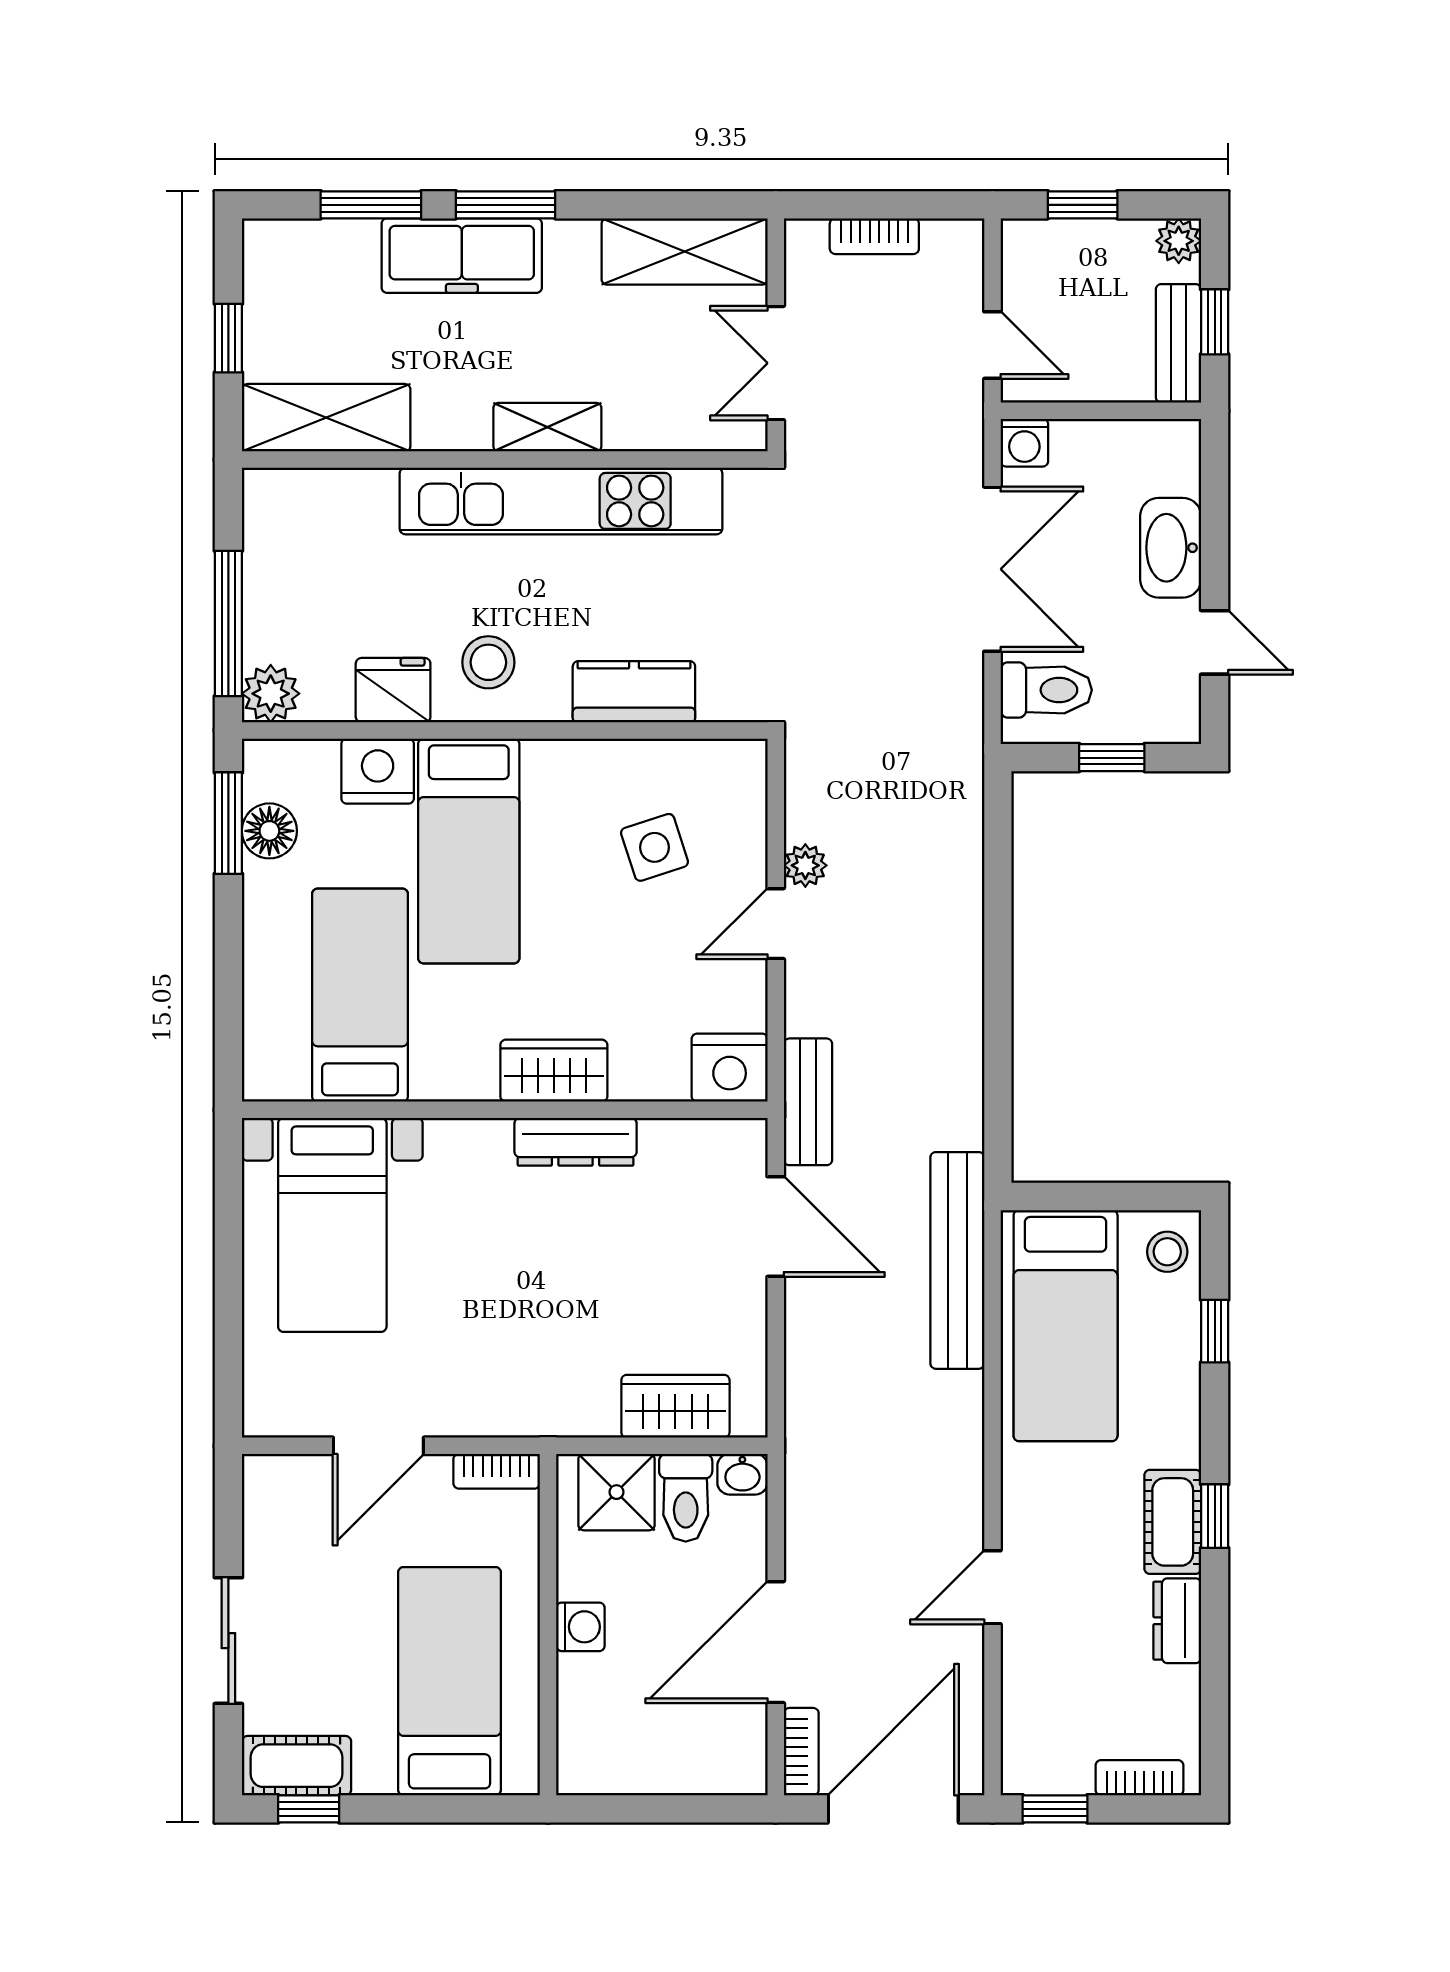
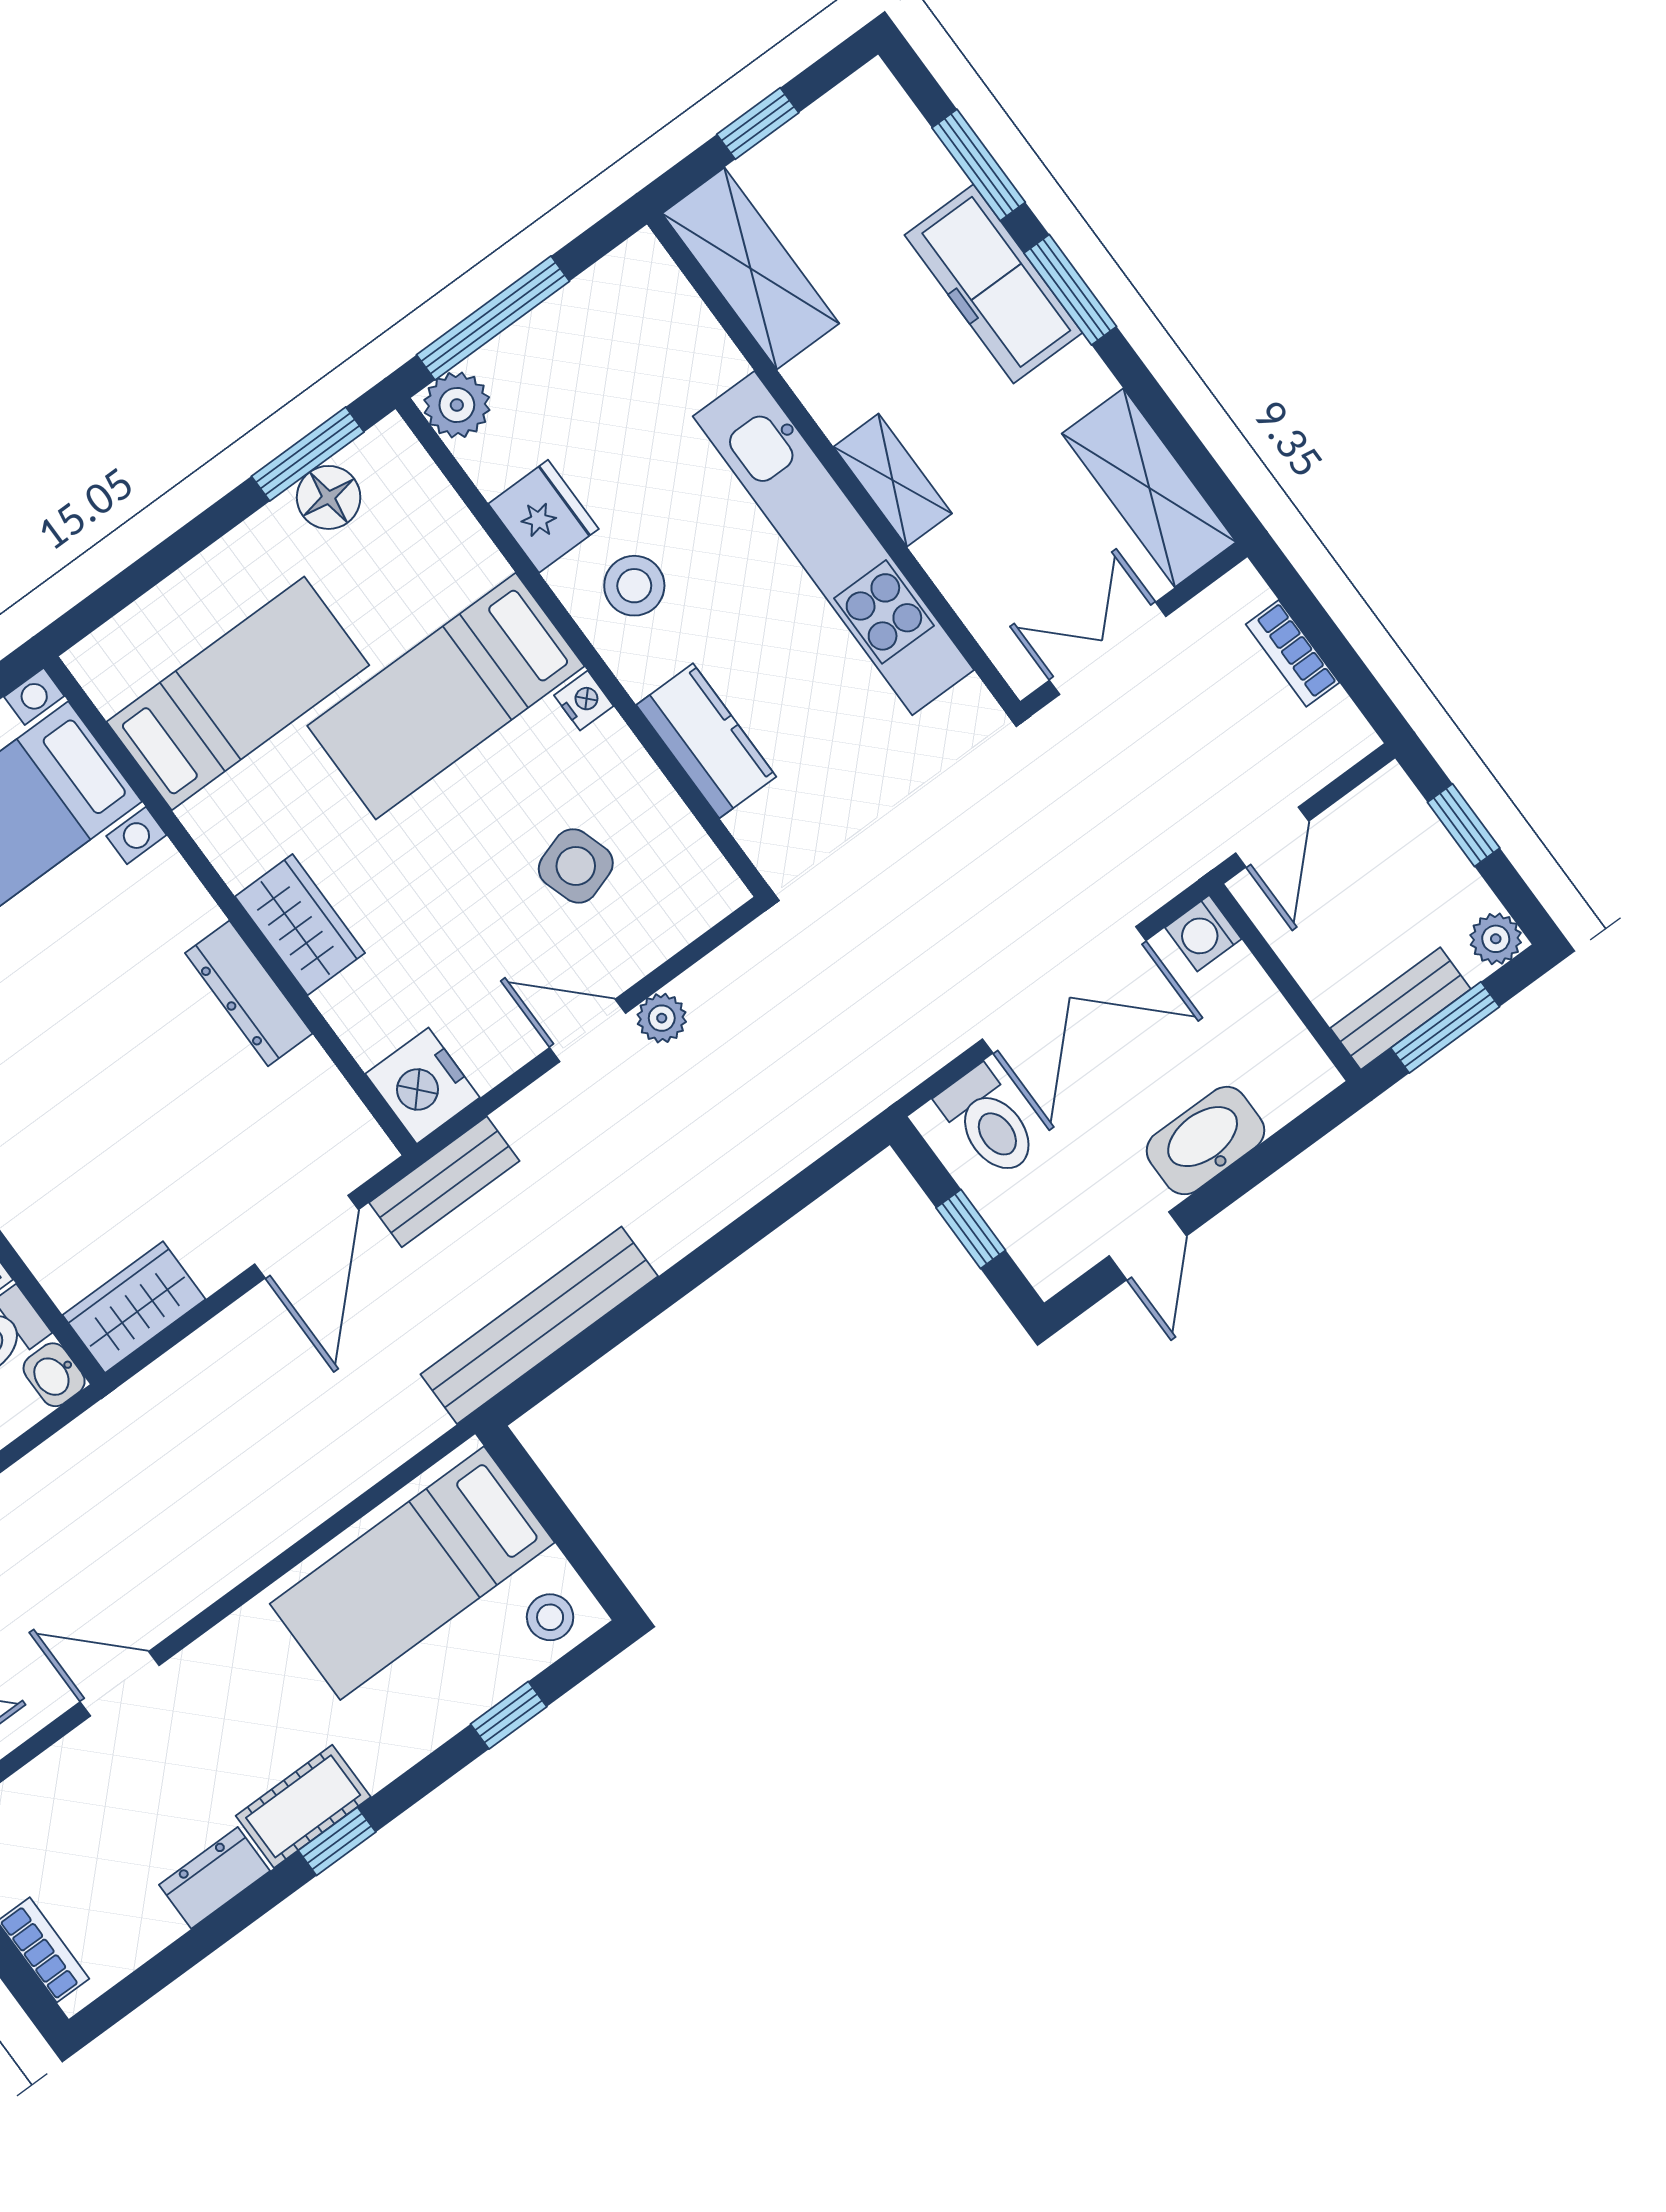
window: (1215, 322) -> (1445, 1027), width x1.50
nightstand: (378, 771) -> (584, 701), moved, width x0.53, depth x0.56
bench: (957, 1260) -> (539, 1325), moved
wardrobe: (675, 1406) -> (134, 1307), moved, turned -90

